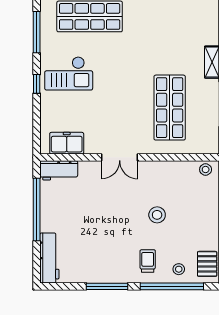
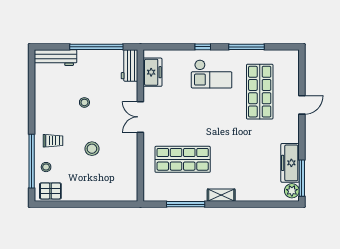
checkout: (69, 73) -> (212, 74), turned -90
stool: (206, 170) -> (84, 102), moved
window: (107, 286) -> (32, 106), removed

